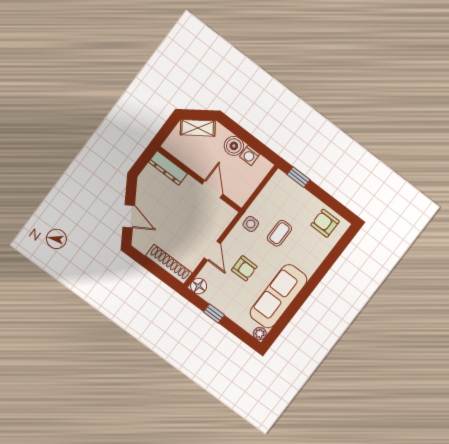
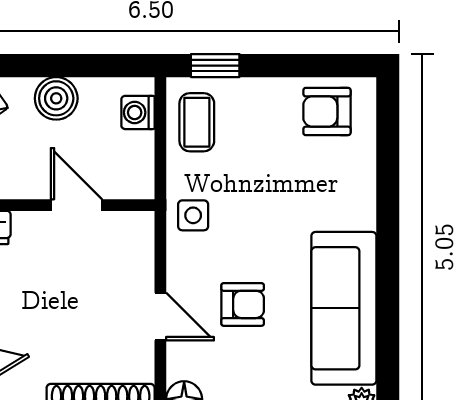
washing machine: (250, 155) -> (138, 112), moved, turned 90
coffee table: (279, 233) -> (197, 122), moved

